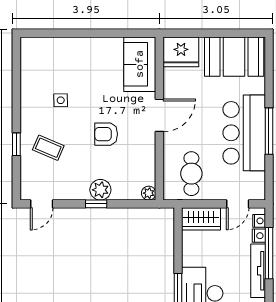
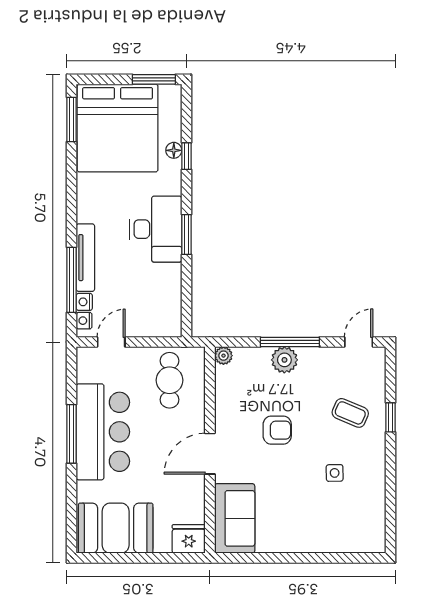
fridge: (181, 52) -> (189, 539), width x0.73, depth x0.75
window: (96, 204) -> (290, 342), width x2.17
wardrobe: (201, 219) -> (157, 323), removed

